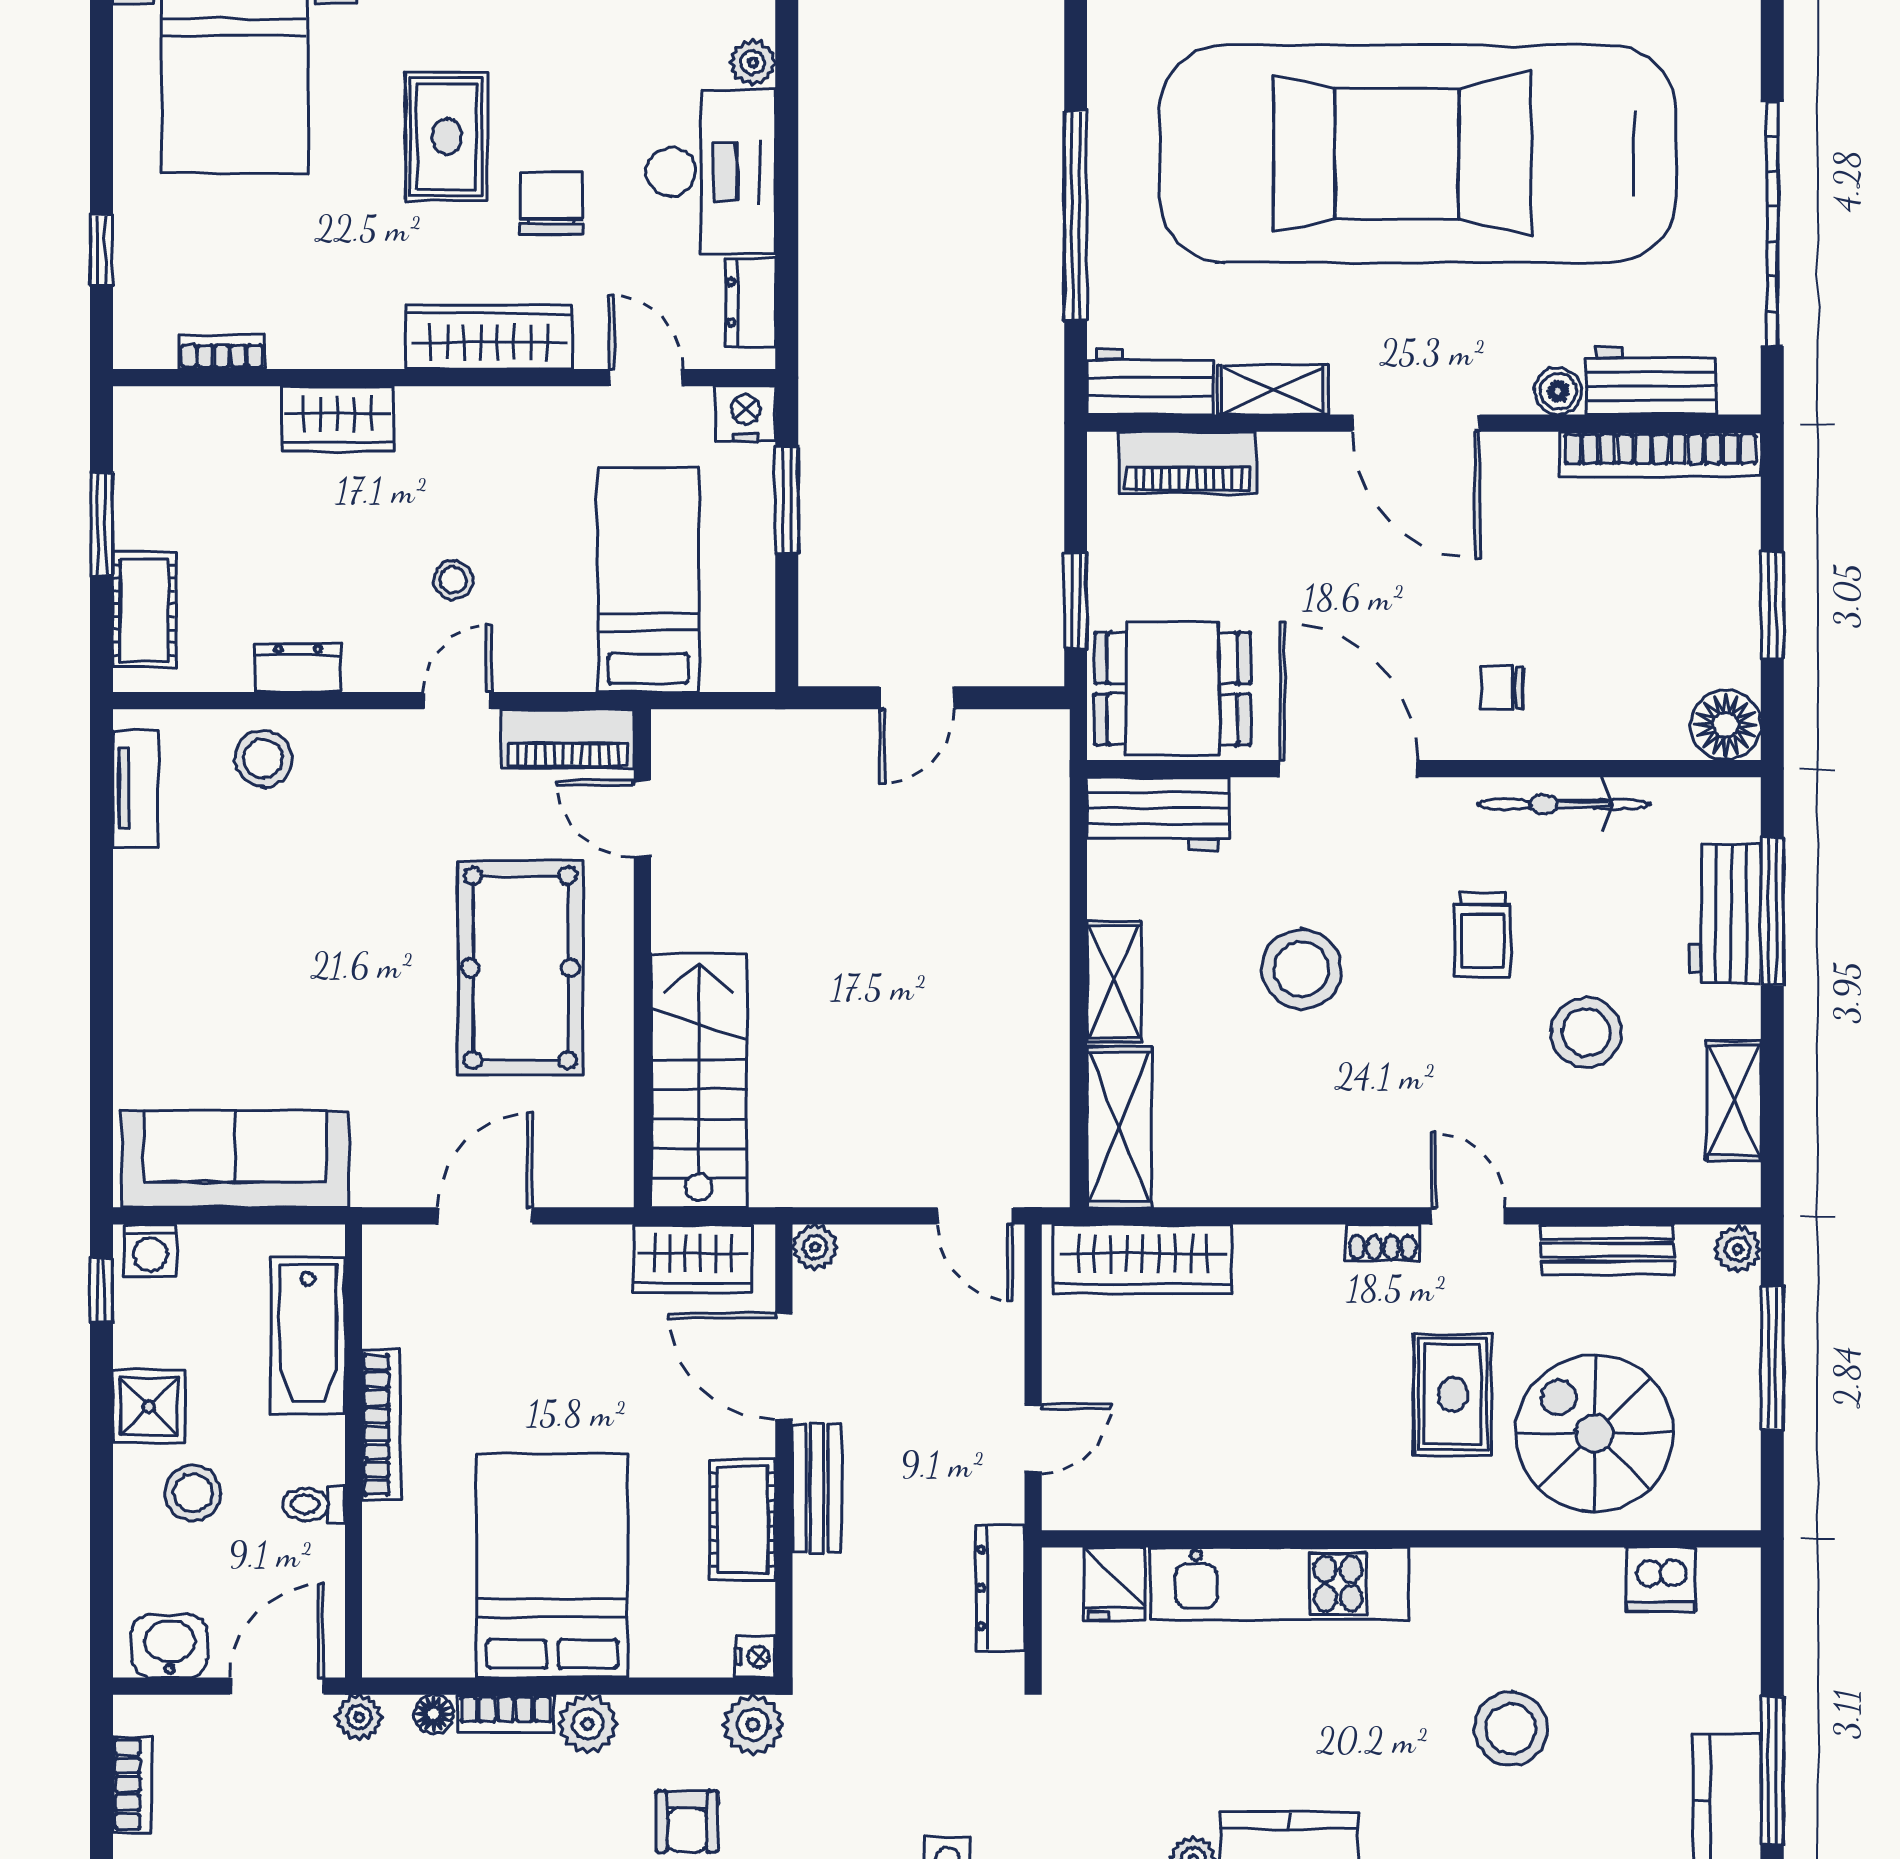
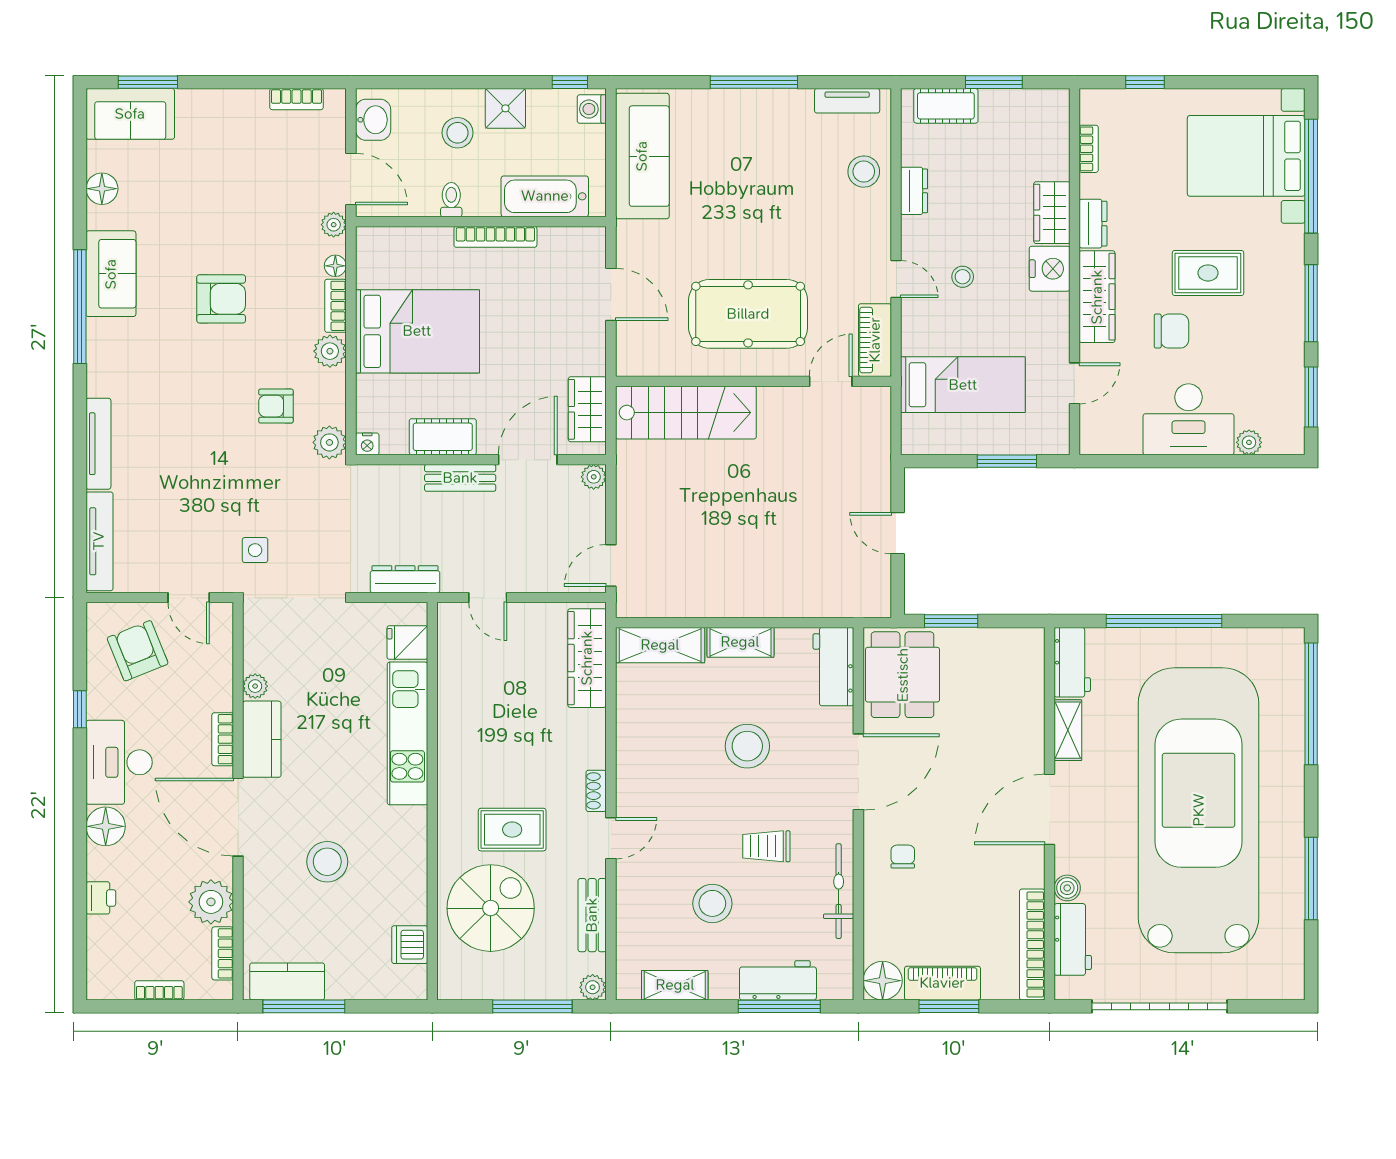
dresser: (751, 302) -> (1093, 224), moved, turned 90
nightstand: (745, 414) -> (1050, 269), moved, width x1.36, depth x1.33
piano: (1188, 462) -> (942, 983), moved, turned 90
window: (101, 957) -> (754, 82), added

